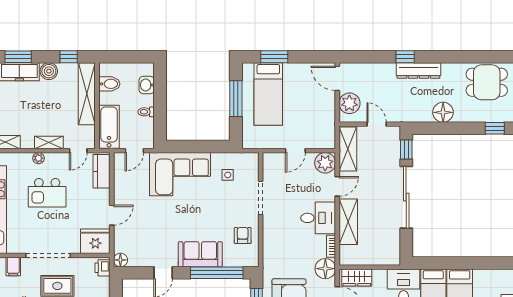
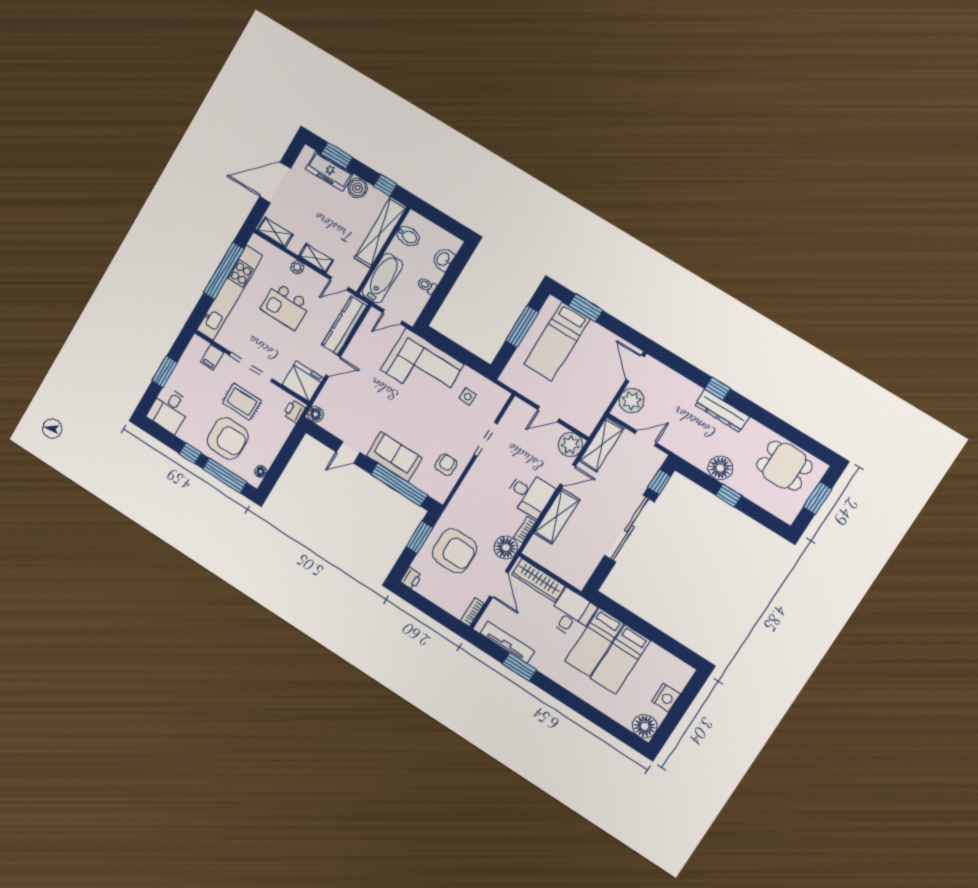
door: (377, 124) -> (646, 438), hinge flipped
window: (495, 128) -> (729, 496), moved
kitchen counter: (102, 171) -> (344, 325), width x1.50
wardrobe: (357, 277) -> (538, 580), width x1.50

